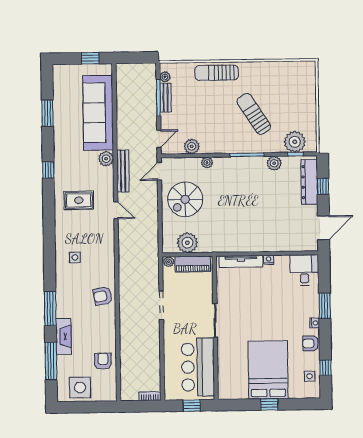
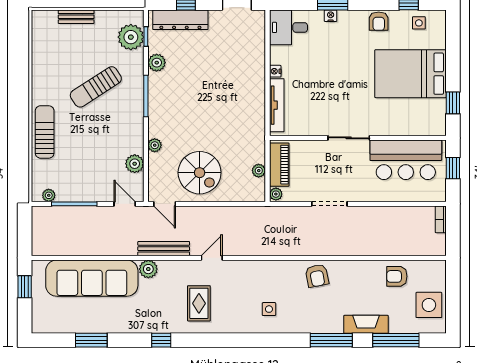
sun lounger: (217, 73) -> (45, 132), turned 180
bench: (166, 98) -> (76, 17), moved
plant: (187, 243) -> (259, 171), width x0.53, depth x0.53
nightstand: (315, 323) -> (331, 16), moved
window: (269, 404) -> (453, 103), moved

